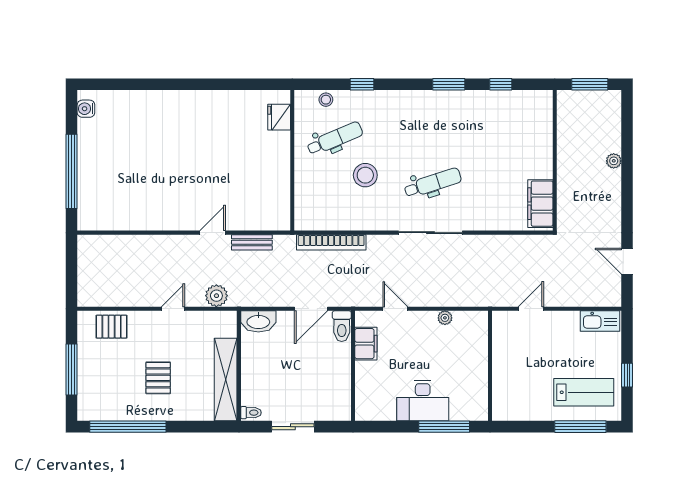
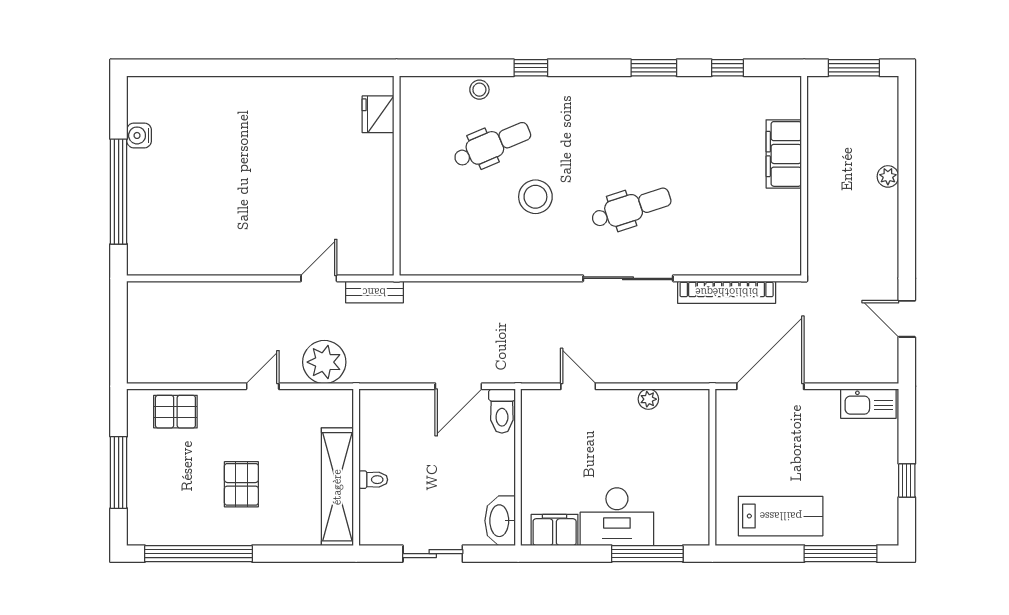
water cooler: (86, 109) -> (139, 135), moved
fridge: (279, 117) -> (378, 114), moved
wall: (292, 160) -> (397, 176), moved
filing cabinet: (540, 204) -> (784, 154), moved
bookcase: (331, 242) -> (727, 292), moved
plant: (216, 296) -> (324, 362), width x1.36, depth x1.36
door: (531, 309) -> (770, 386), width x1.88
washbasin: (258, 321) -> (500, 521), moved, turned 90
filing cabinet: (366, 344) -> (555, 530), moved, turned -90
lab bench: (584, 392) -> (781, 516), moved
toilet: (251, 413) -> (373, 480), moved

